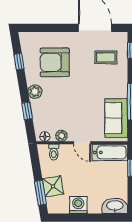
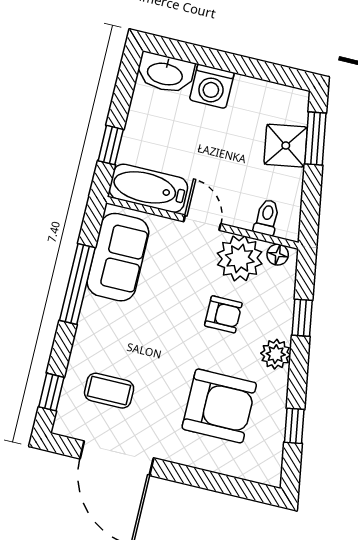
armchair: (63, 104) -> (223, 314), added
plant: (61, 136) -> (240, 258), width x1.88, depth x1.88
washing machine: (78, 205) -> (212, 86), moved

